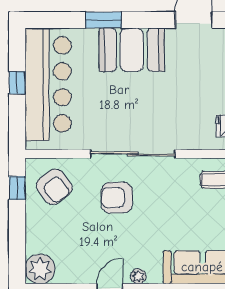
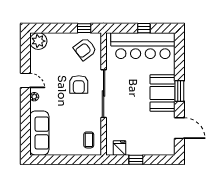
window: (103, 20) -> (179, 91), moved
armchair: (117, 198) -> (79, 85), turned 180

